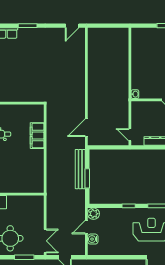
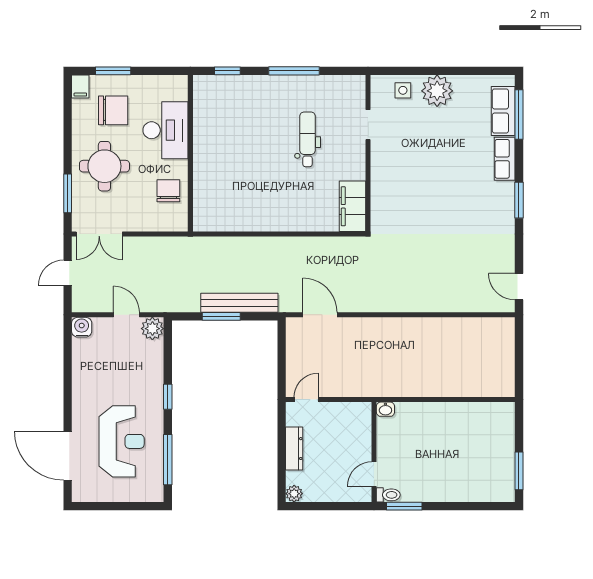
filing cabinet: (37, 136) -> (352, 206), moved, turned -90
chair: (23, 206) -> (168, 191), added
water cooler: (93, 239) -> (82, 327), moved

